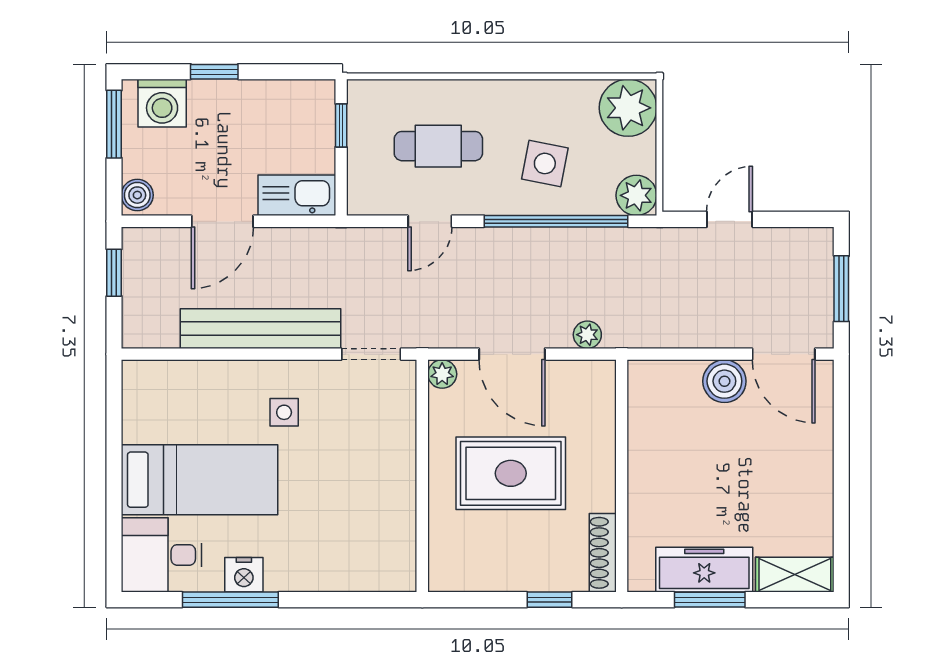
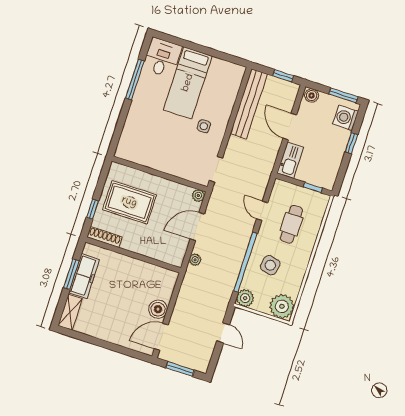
bench: (260, 329) -> (249, 104), moved
rug: (511, 473) -> (129, 202), moved, turned 90
nightstand: (244, 575) -> (143, 88), removed

